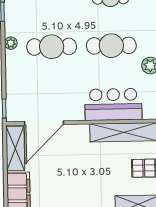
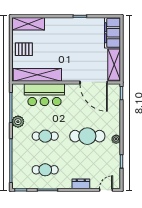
cafe table: (111, 46) -> (45, 136), width x0.73, depth x0.74
door: (44, 123) -> (94, 82), swing flipped

